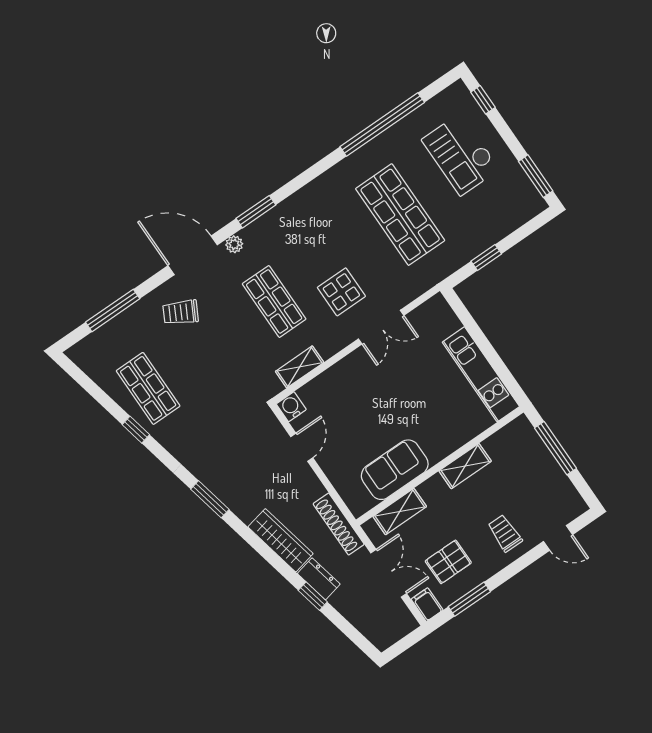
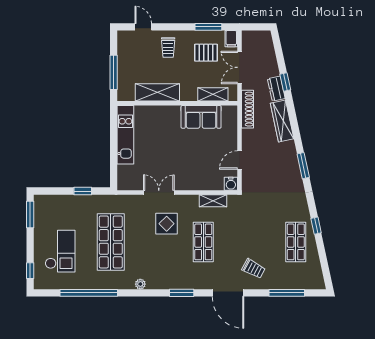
plant: (234, 244) -> (140, 284), moved
shelving: (465, 466) -> (157, 92), width x1.50, depth x1.33

